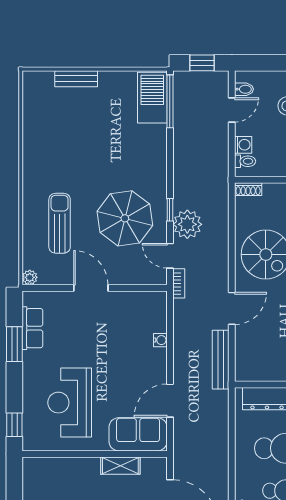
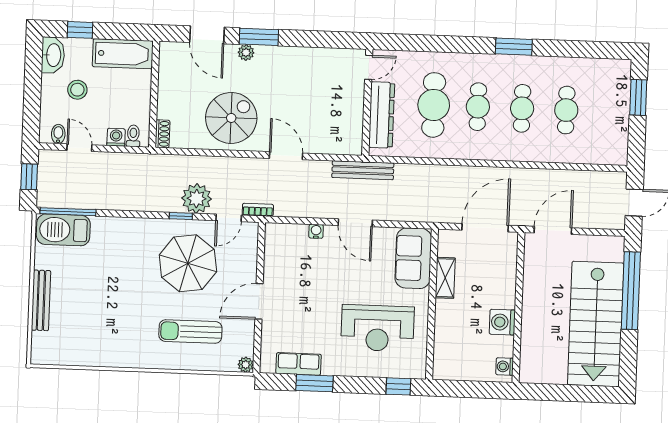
bench: (76, 79) -> (41, 300), width x1.36
bench: (221, 360) -> (363, 170), moved
door: (170, 401) -> (355, 223), moved

